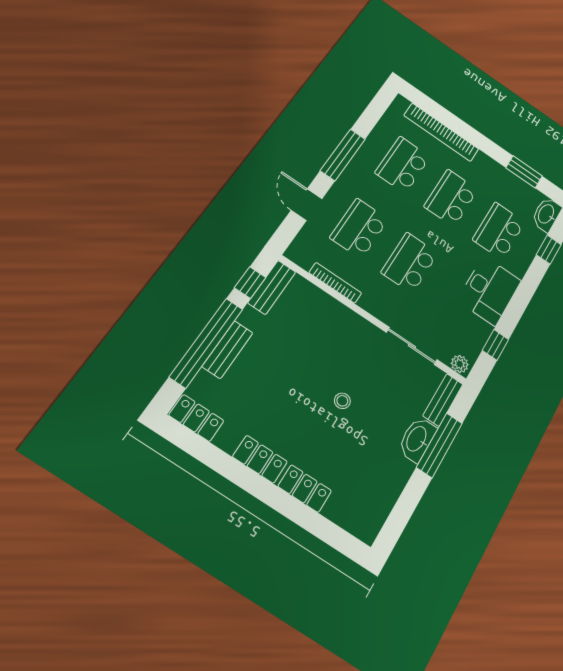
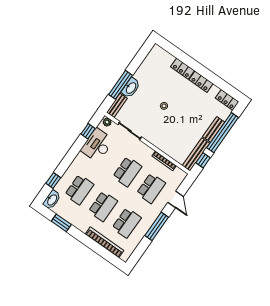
bench: (272, 287) -> (196, 154), width x1.36
desk: (489, 290) -> (97, 145), moved

